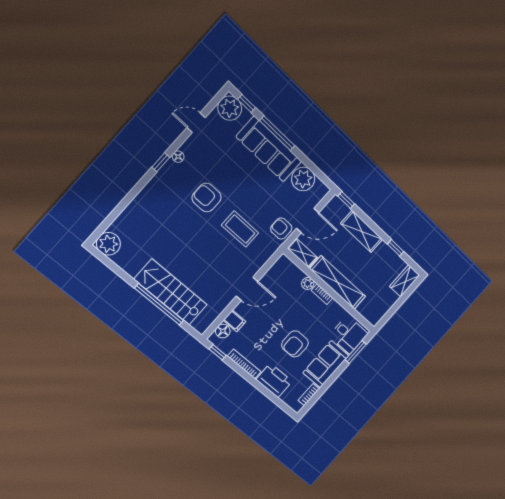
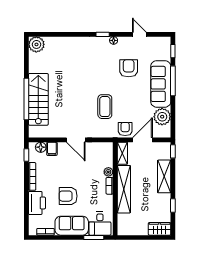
plant: (230, 108) -> (162, 45), removed
armchair: (207, 198) -> (129, 68), moved
door: (308, 220) -> (143, 140), swing flipped

